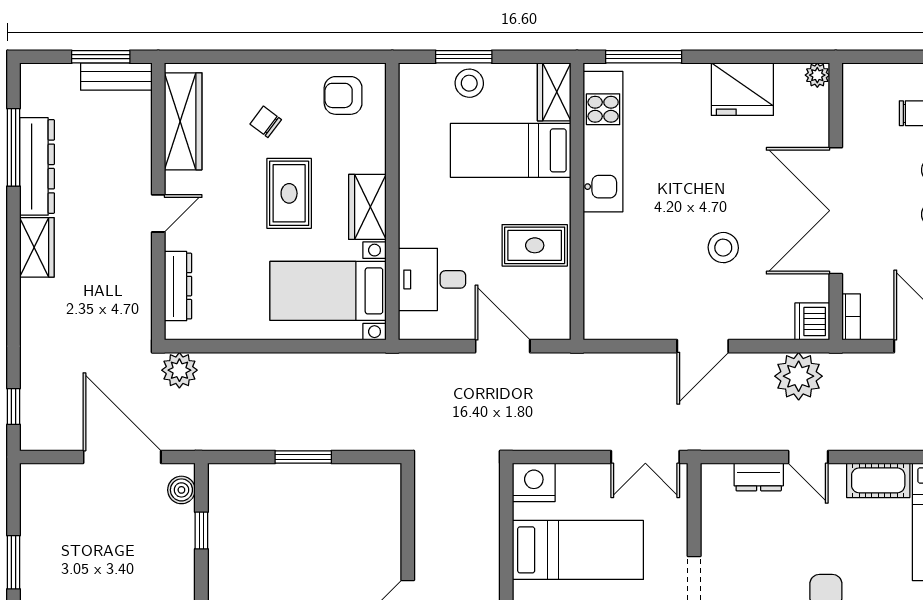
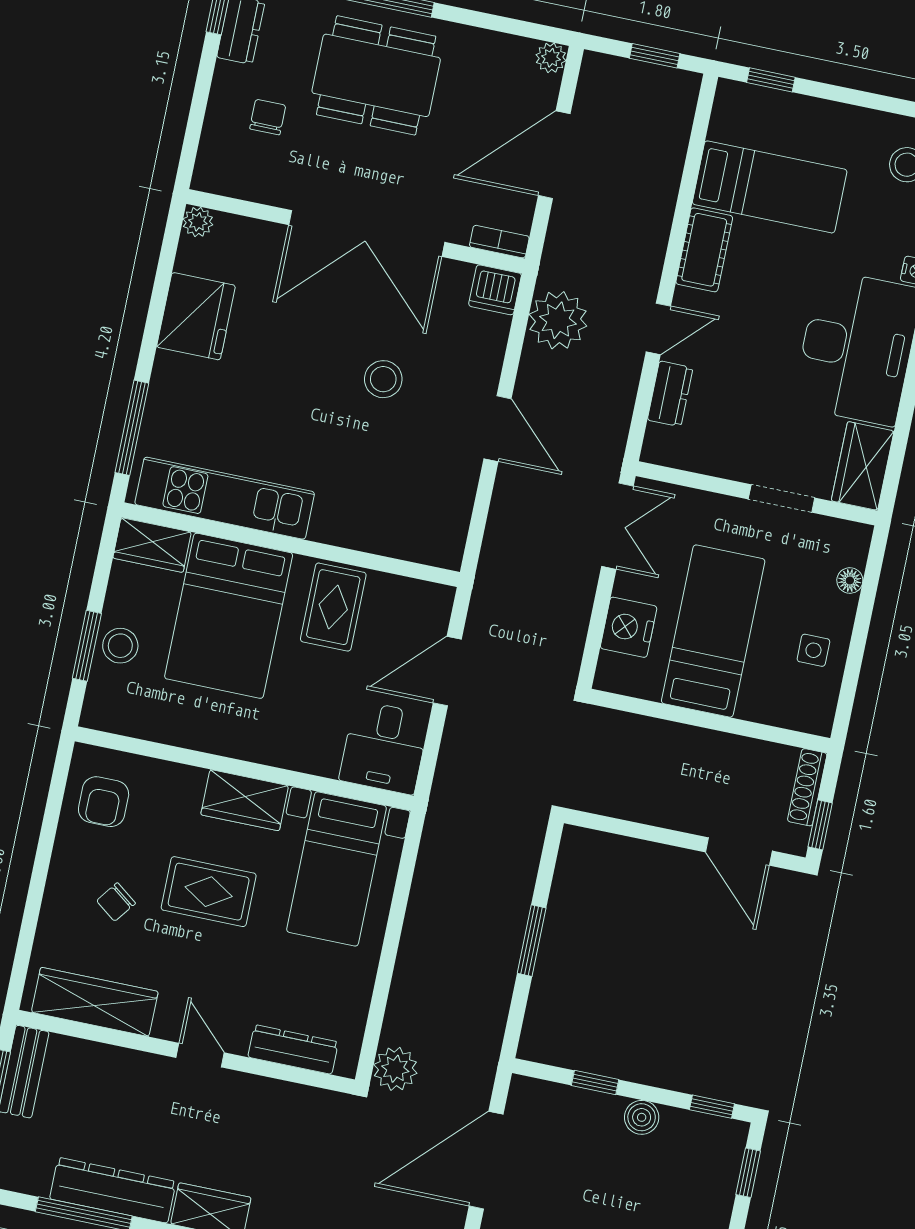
bed: (511, 150) -> (229, 616), width x1.50
desk: (432, 279) -> (384, 747), moved
nightstand: (534, 482) -> (629, 627), moved
boiler: (181, 490) -> (642, 1117), moved

